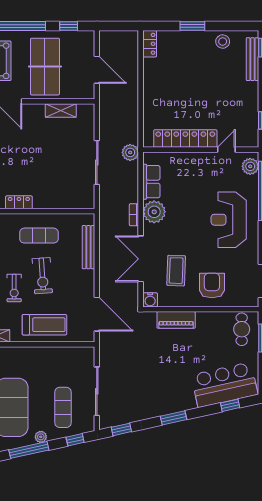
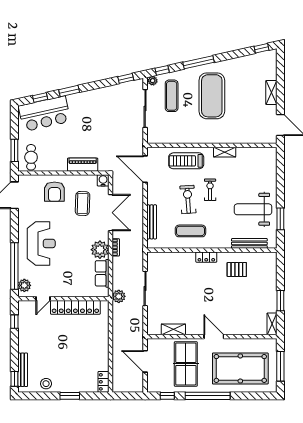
window: (174, 418) -> (69, 91), moved
plant: (41, 437) -> (153, 81), moved

